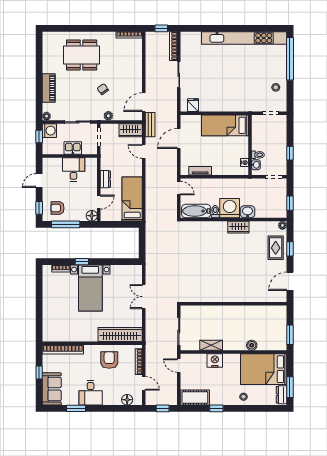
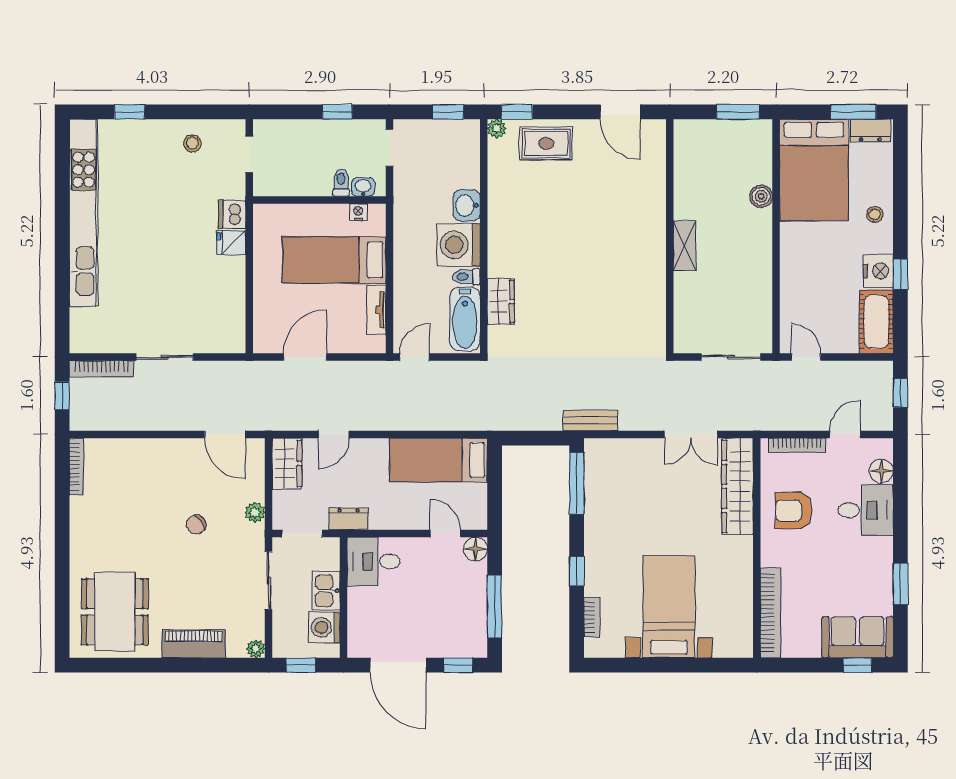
dining table: (82, 55) -> (115, 612), moved
window: (290, 59) -> (129, 112), width x0.32
fridge: (193, 105) -> (231, 242), moved
dishwasher: (244, 105) -> (232, 214), added
bench: (150, 125) -> (590, 420), moved
bed: (225, 125) -> (334, 260), moved, turned 90
washing machine: (49, 131) -> (324, 627), moved, turned -90
door: (179, 138) -> (305, 357), swing flipped
desk: (74, 169) -> (373, 561), moved
dresser: (105, 179) -> (349, 519), moved
door: (39, 181) -> (398, 665), width x1.88
armchair: (58, 208) -> (458, 625), removed
wardrobe: (238, 227) -> (501, 301), moved
window: (290, 249) -> (517, 112), moved
window: (122, 262) -> (577, 483), added
bed with nightstands: (90, 288) -> (669, 607), moved, turned -90
double door: (144, 297) -> (691, 434), moved
shelving: (211, 345) -> (685, 246), moved
nightstand: (215, 360) -> (878, 271), moved, turned 180
door: (179, 366) -> (806, 357), swing flipped
window: (39, 373) -> (858, 665), moved
desk: (91, 393) -> (866, 510), moved

